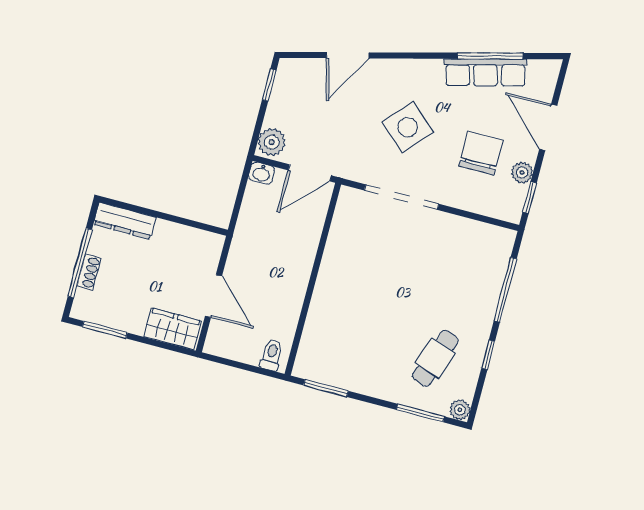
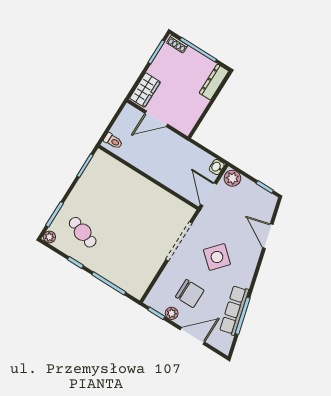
shoe rack: (89, 272) -> (177, 44), moved

